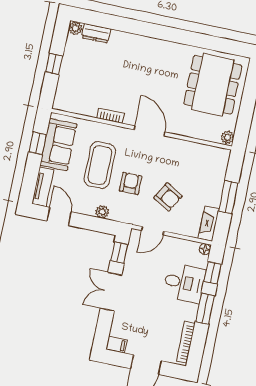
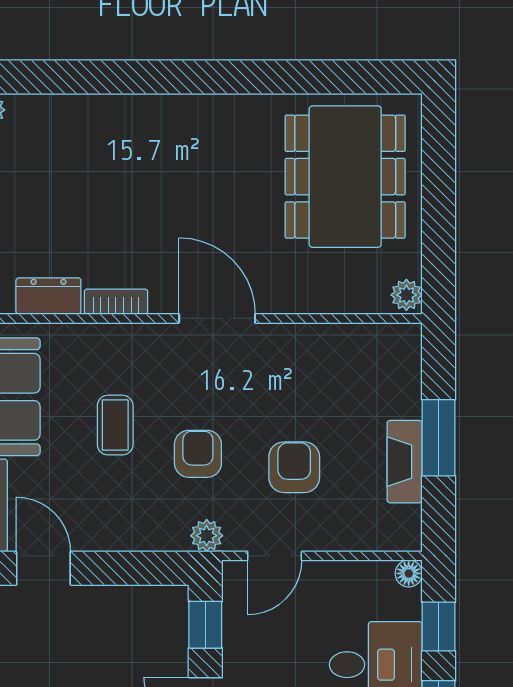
dresser: (96, 33) -> (48, 296), moved, turned 180
coffee table: (100, 165) -> (115, 425), width x0.54, depth x0.58
armchair: (168, 197) -> (294, 467), turned -120
plant: (102, 212) -> (207, 536), moved
fireplace: (209, 224) -> (405, 462), moved

